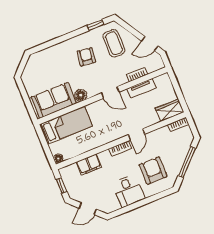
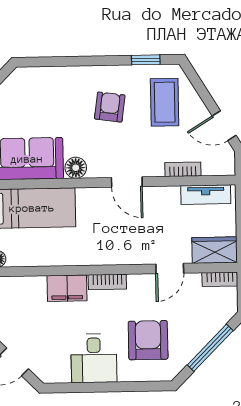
tv unit: (141, 88) -> (206, 195), moved
door: (136, 134) -> (170, 269), moved
filing cabinet: (89, 165) -> (67, 288), moved

